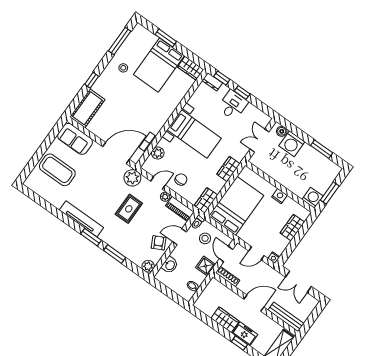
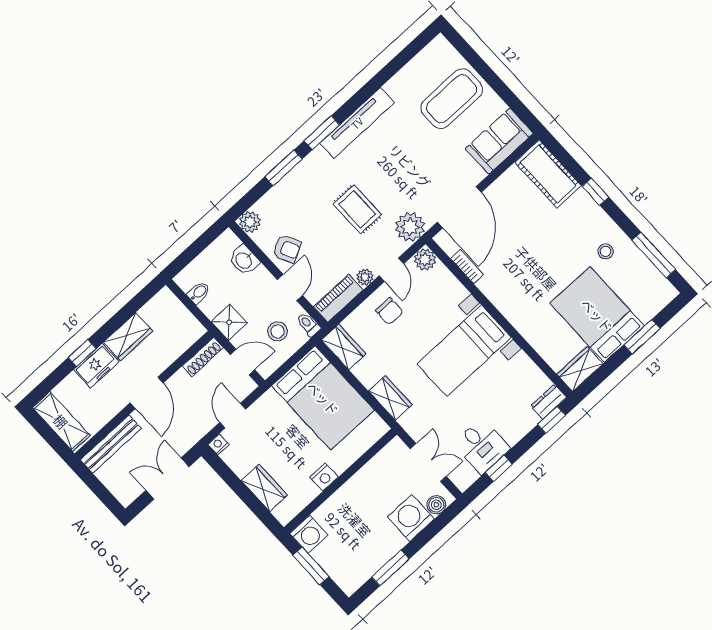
window: (242, 93) -> (499, 468), moved
desk: (233, 105) -> (482, 446), moved
plant: (158, 153) -> (425, 260), moved

